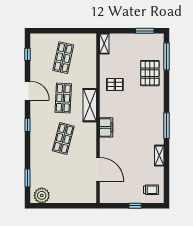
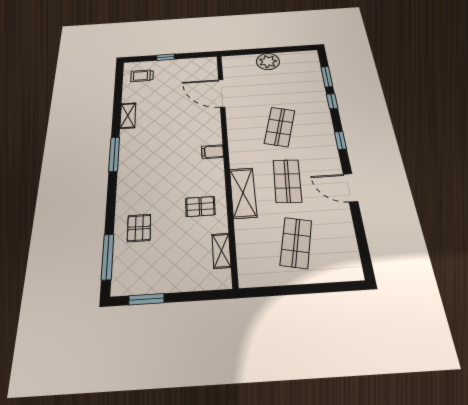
shelving: (104, 44) -> (221, 251), moved
window: (27, 54) -> (332, 101), moved
pallet: (150, 73) -> (139, 228), width x0.67, depth x0.71
shelving: (90, 105) -> (243, 193), moved
filing cabinet: (106, 127) -> (213, 152), width x0.50
plant: (42, 195) -> (268, 61), moved

